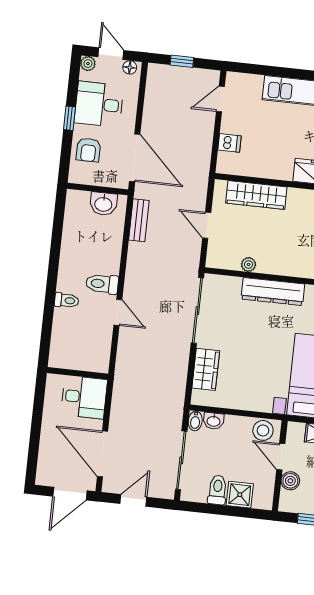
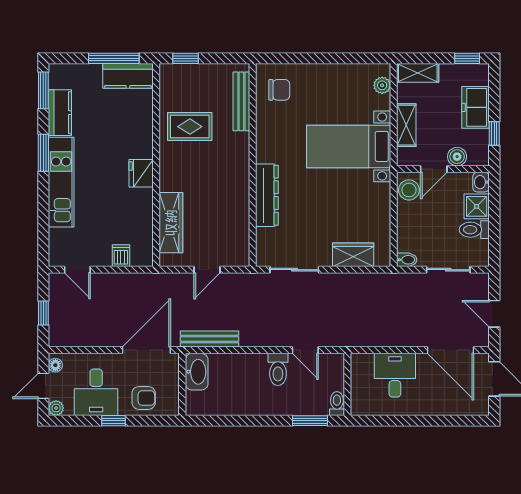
washbasin: (103, 204) -> (197, 372), width x1.38
bench: (139, 220) -> (209, 339), width x1.36
plant: (248, 264) -> (242, 223), removed
toilet: (67, 300) -> (337, 404), moved
window: (49, 310) -> (310, 421), added
sliding door: (197, 310) -> (294, 270), width x0.73
door: (118, 312) -> (305, 350), swing flipped
wall: (78, 373) -> (347, 384), moved
washbasin: (214, 421) -> (481, 182), moved, turned 180
door: (103, 454) -> (450, 350), hinge flipped
sliding door: (181, 460) -> (448, 270), width x0.73

